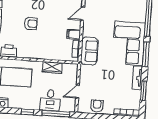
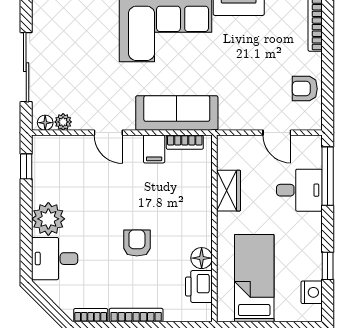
sofa: (89, 51) -> (177, 113), width x1.36
floor lamp: (22, 53) -> (202, 258), added
window: (28, 112) -> (328, 266), moved

